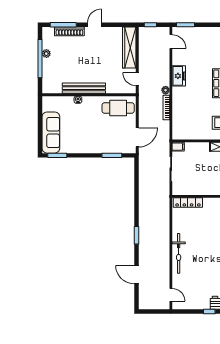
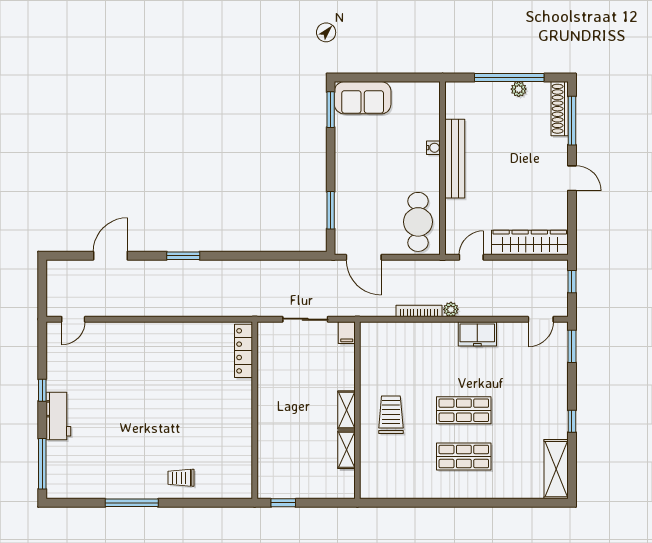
shoe rack: (69, 31) -> (560, 109), moved
sofa: (51, 133) -> (363, 98), width x0.73
bicycle: (179, 253) -> (150, 334), removed

